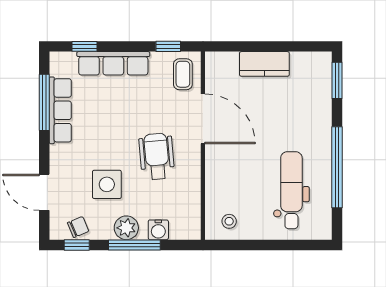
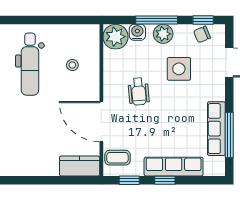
window: (85, 46) -> (165, 180), moved
kitchen counter: (264, 64) -> (80, 166), moved
coffee table: (183, 74) -> (117, 158), turned 90
wheelchair: (157, 156) -> (139, 92), width x0.73, depth x0.73
stool: (229, 221) -> (72, 65), moved
plant: (185, 224) -> (115, 37), added

